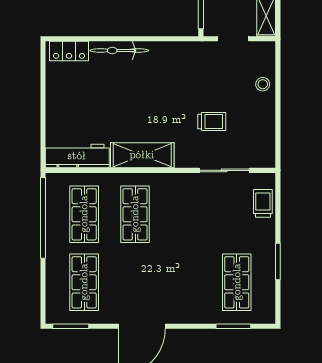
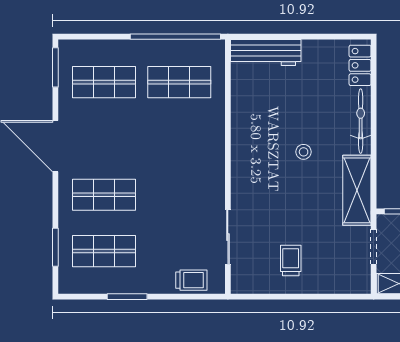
stool: (263, 84) -> (304, 152), moved
trolley: (212, 122) -> (291, 260), moved, turned 180
shelving: (142, 155) -> (357, 190), moved
workbench: (77, 156) -> (266, 53), moved, turned 90
shop shelf: (135, 214) -> (104, 195), moved

